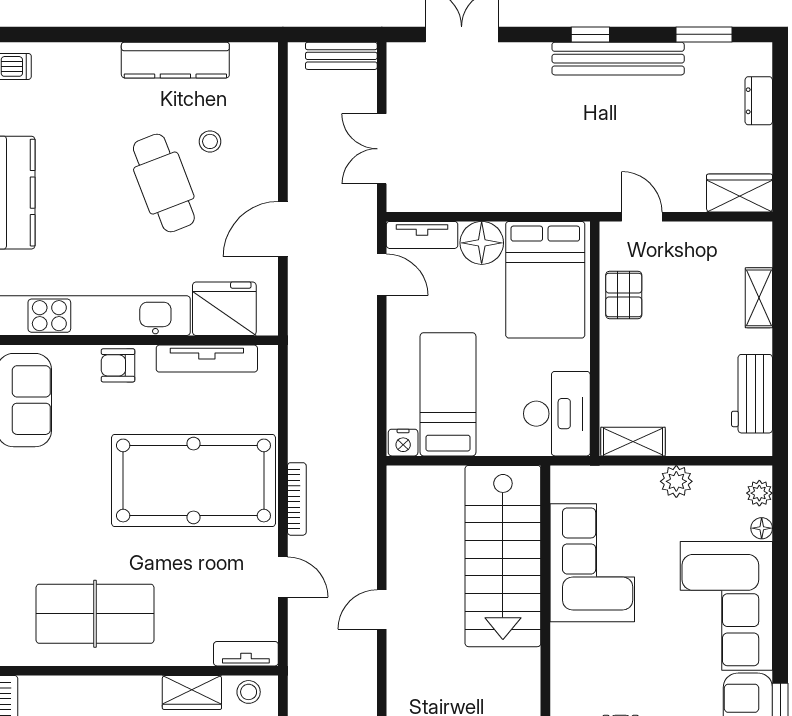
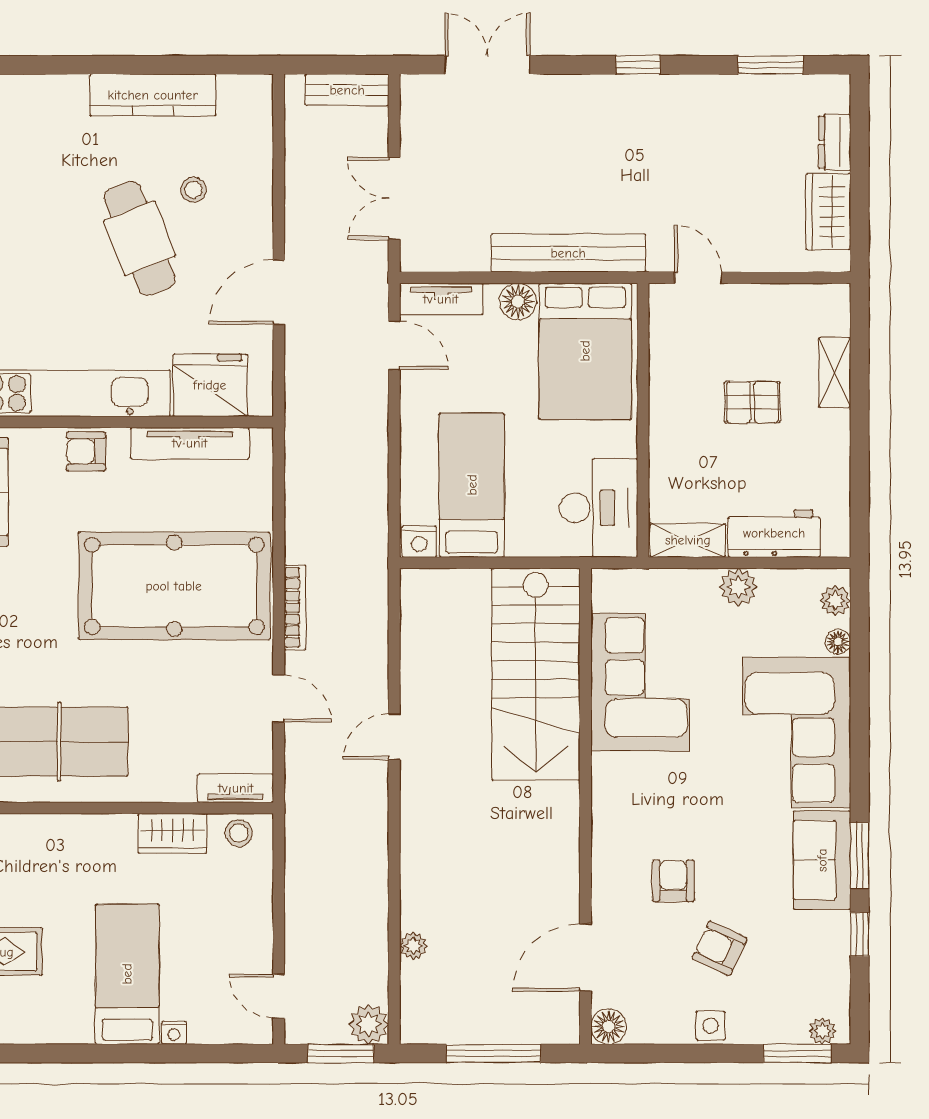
bench: (618, 59) -> (568, 253), moved
wardrobe: (739, 193) -> (828, 212), moved, turned -90
floor lamp: (482, 243) -> (518, 301), width x0.73, depth x0.73
pallet: (624, 295) -> (752, 402), moved, turned 90
workbench: (752, 394) -> (774, 533), moved, turned 90

